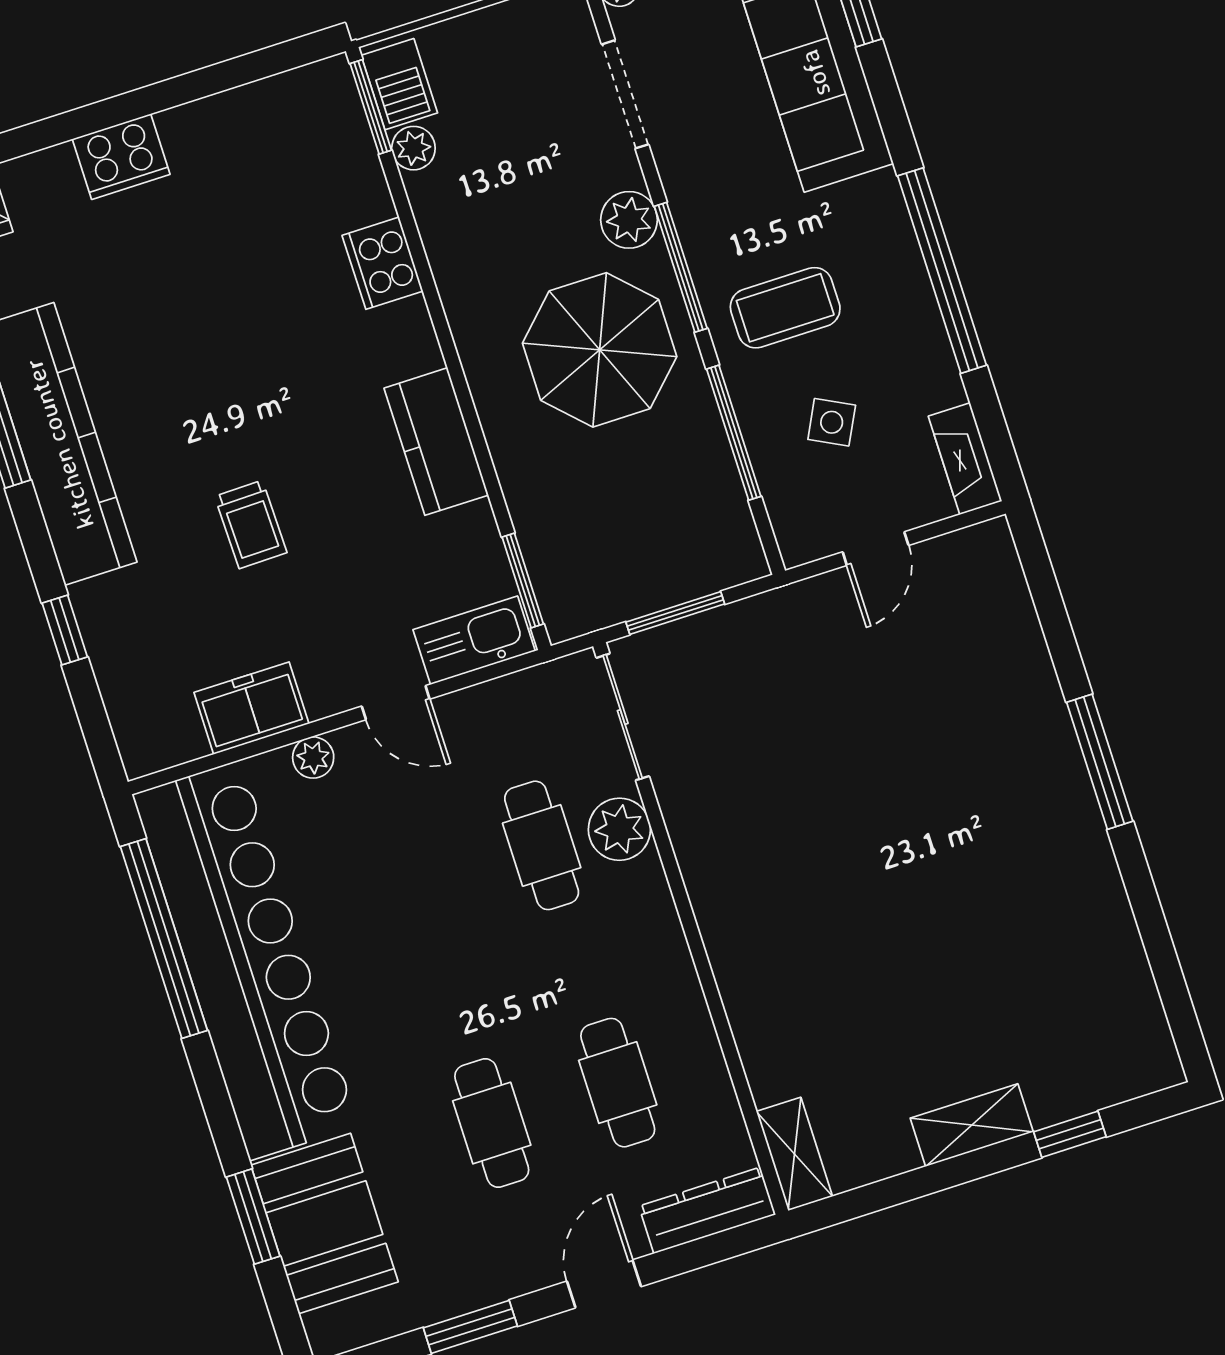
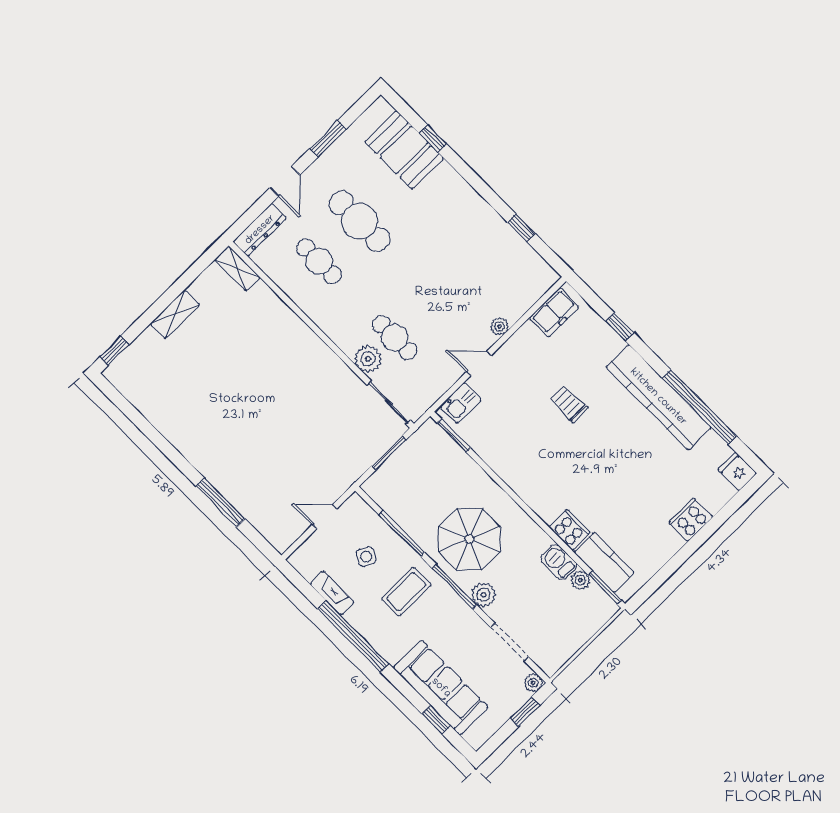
barbecue: (399, 84) -> (559, 562), moved
kitchen counter: (436, 442) -> (604, 562), moved
fireplace: (965, 459) -> (332, 593), moved
door: (876, 549) -> (325, 517), hinge flipped
kitchen sink: (474, 640) -> (461, 403), width x0.73
freezer: (251, 708) -> (554, 312), moved
window: (1100, 762) -> (220, 503), moved
window: (164, 938) -> (521, 228), width x0.32
bar counter: (245, 960) -> (486, 236), removed
cafe table: (492, 1123) -> (360, 221), width x1.37, depth x1.35
window: (1070, 1134) -> (114, 351), moved
window: (253, 1217) -> (433, 139), width x0.67

